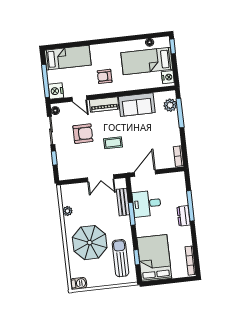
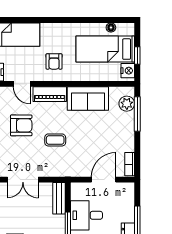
window: (173, 46) -> (137, 55), moved
armchair: (105, 76) -> (54, 61), turned -90
door: (145, 173) -> (104, 180), moved
double door: (101, 178) -> (23, 180), moved
bench: (123, 202) -> (59, 198), moved

